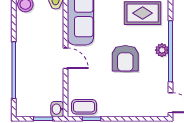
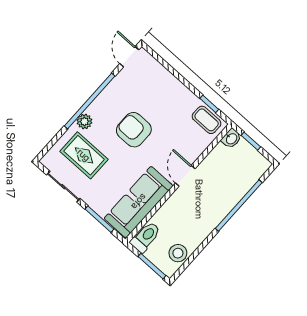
plant: (162, 50) -> (84, 121), moved
armchair: (125, 58) -> (134, 130), turned -90

